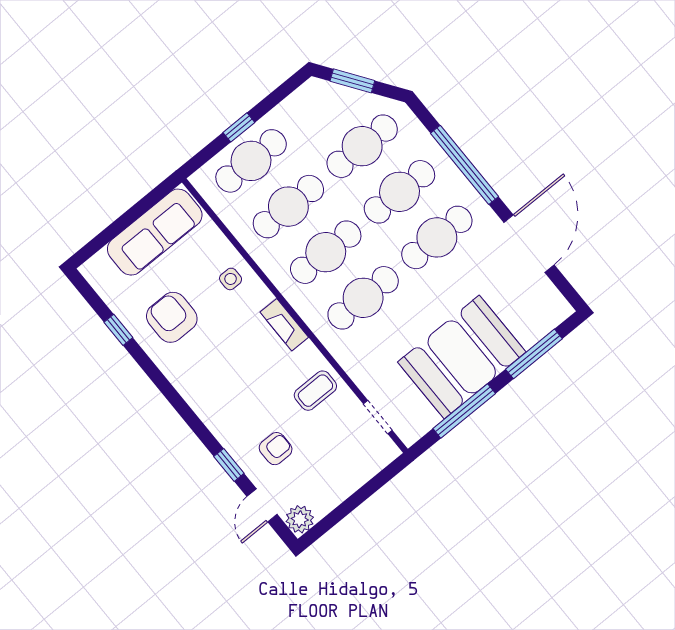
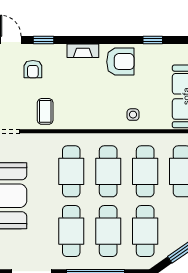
armchair: (172, 317) -> (120, 62), moved
fireplace: (284, 325) -> (83, 51), moved, turned 180

